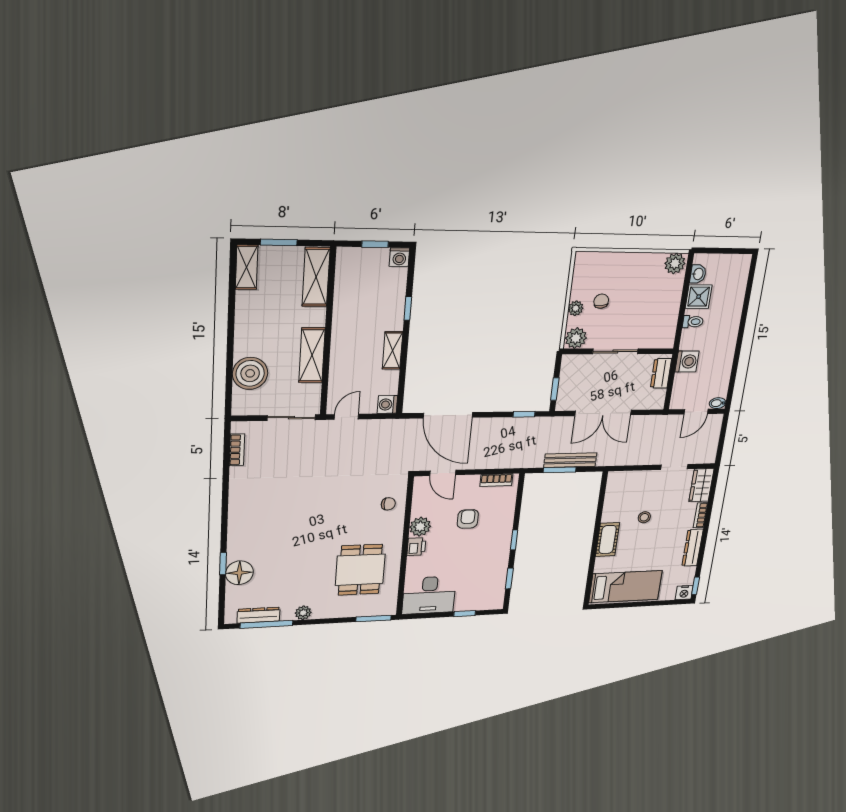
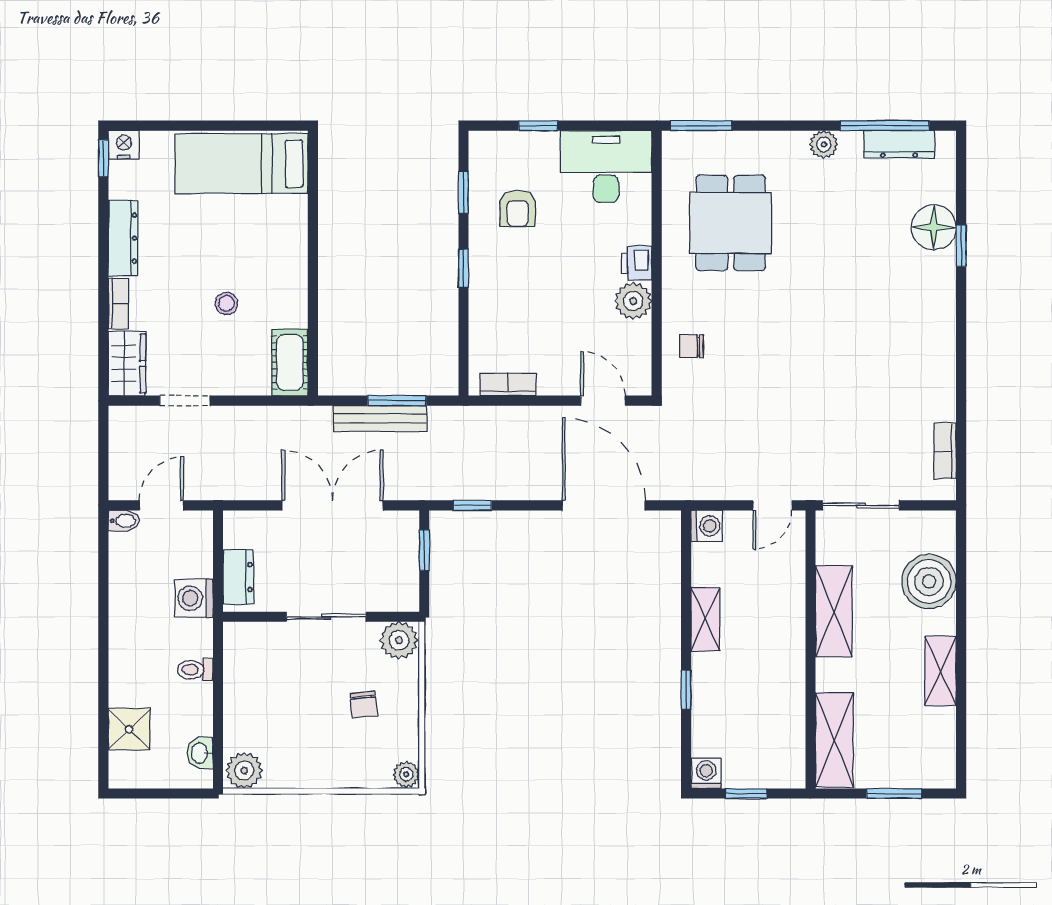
shelving: (247, 267) -> (941, 671), moved
shower: (699, 297) -> (129, 729), moved
plant: (576, 308) -> (406, 774), moved
armchair: (468, 519) -> (518, 208), moved
cot: (608, 539) -> (290, 362), moved

